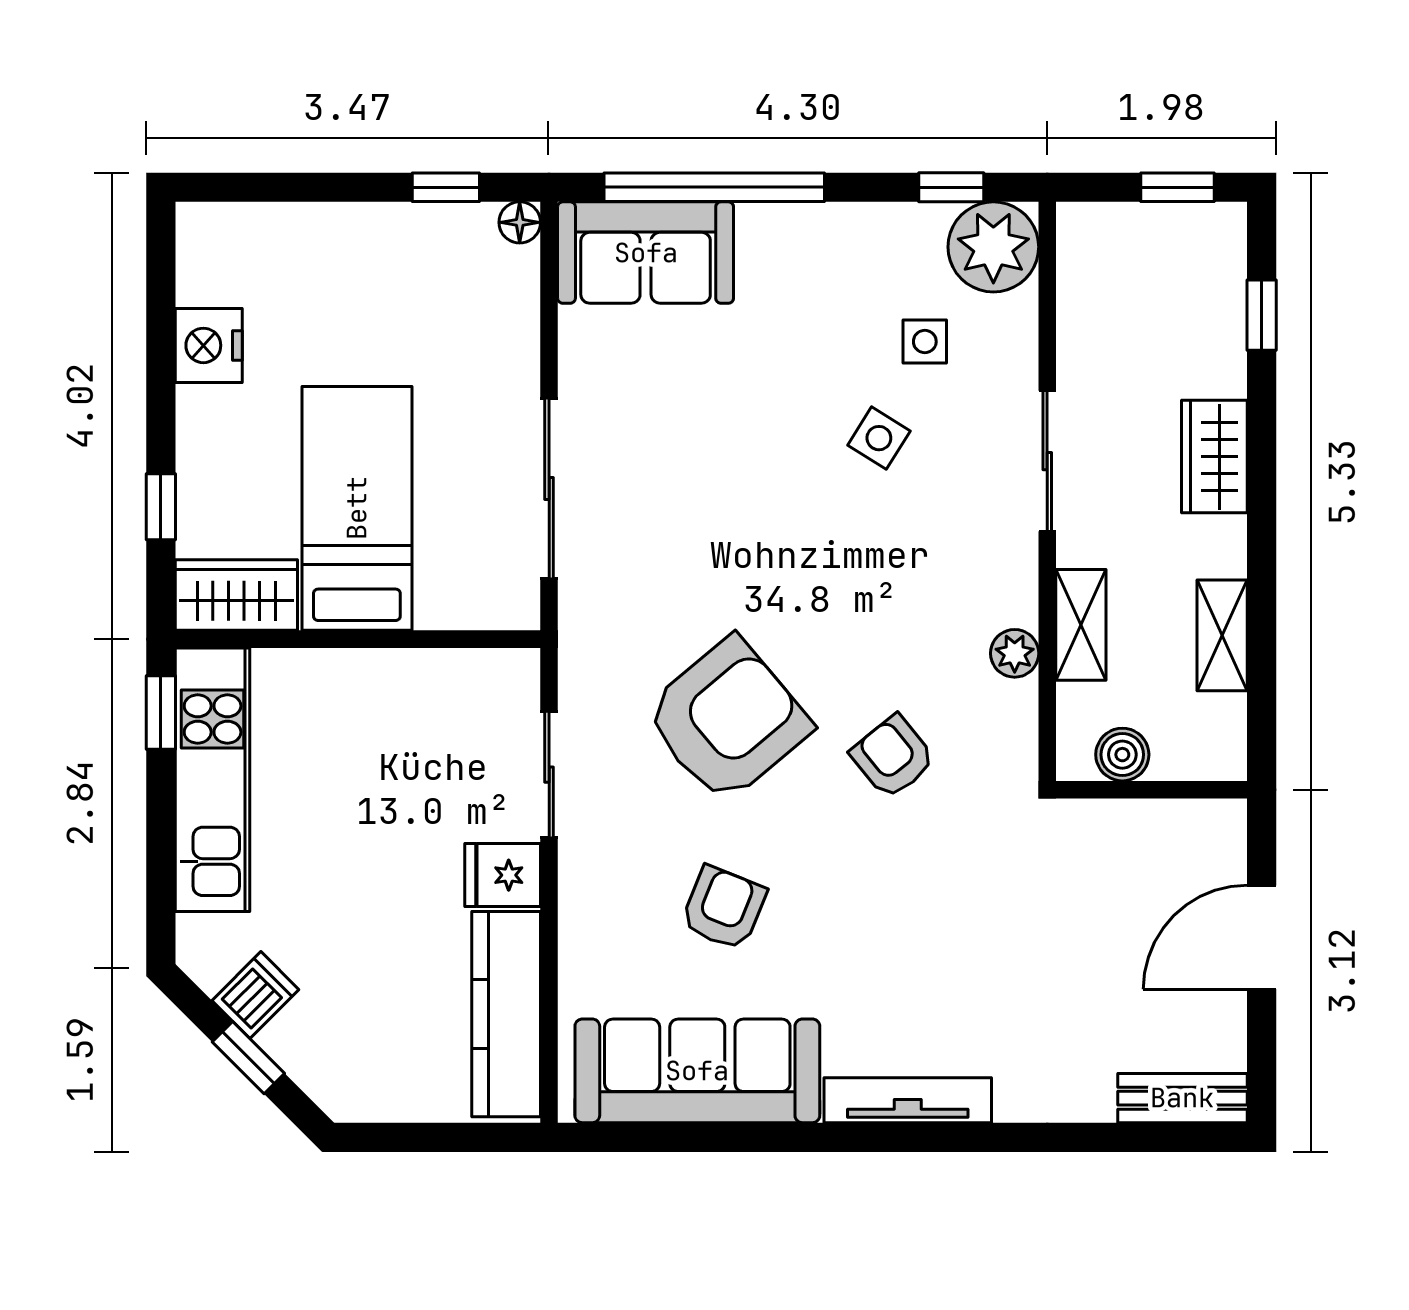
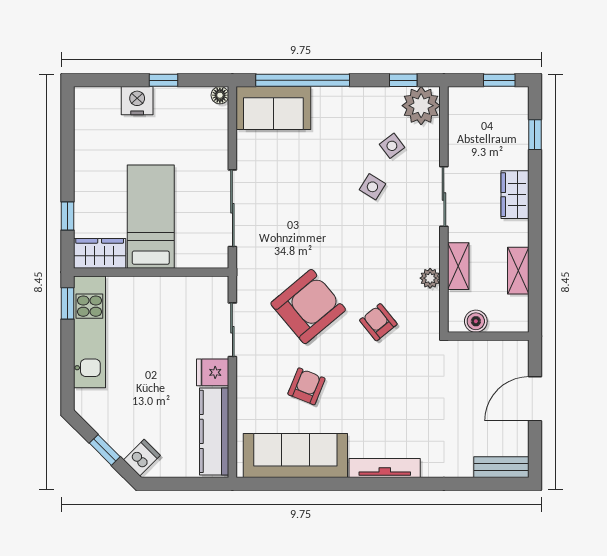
window: (446, 187) -> (163, 80), moved
side table: (925, 342) -> (392, 146), turned -37
nightstand: (209, 345) -> (137, 101), moved, turned 90
dishwasher: (255, 995) -> (142, 458), moved

